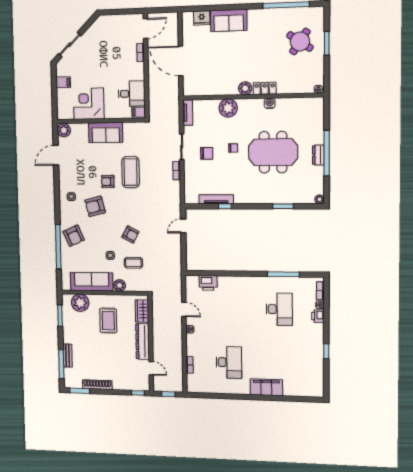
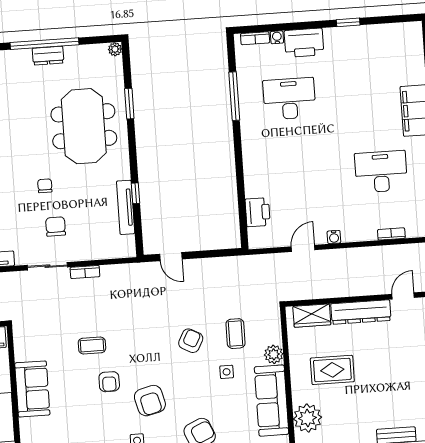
meeting table: (273, 152) -> (84, 126), moved
coffee table: (131, 172) -> (92, 345), width x0.54, depth x0.58
printer: (318, 316) -> (304, 43), width x1.87, depth x1.48

